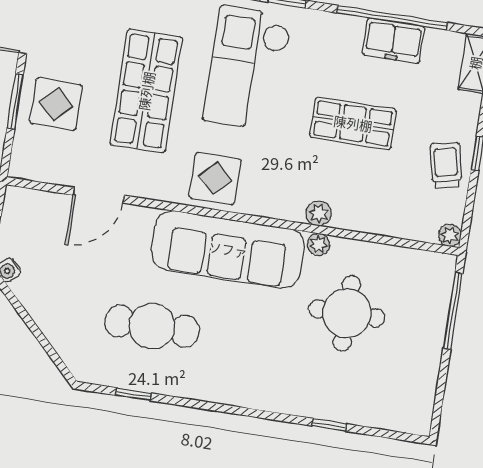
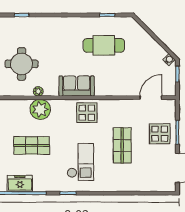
checkout: (248, 68) -> (80, 162), width x0.73, depth x0.83
shop shelf: (146, 91) -> (122, 145), width x0.70, depth x0.74
door: (99, 195) -> (151, 98), moved
plant: (319, 213) -> (40, 109), width x1.87, depth x1.87
sofa: (228, 249) -> (77, 86), width x0.54, depth x0.79

